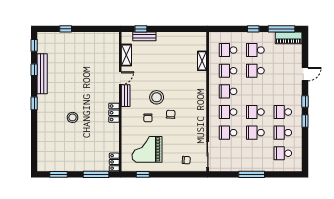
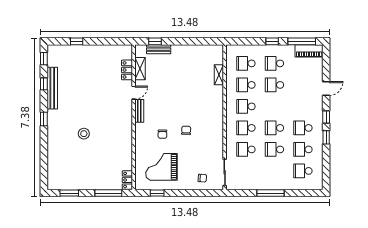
stool: (157, 97) -> (171, 113), removed
locker: (114, 113) -> (127, 70), moved

